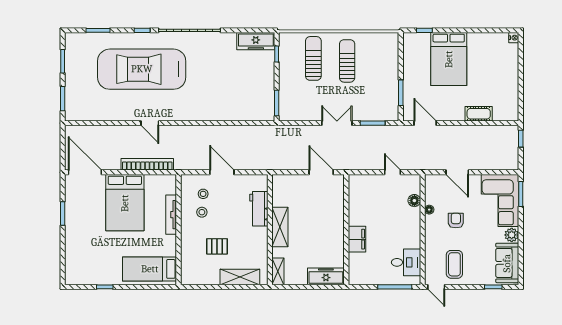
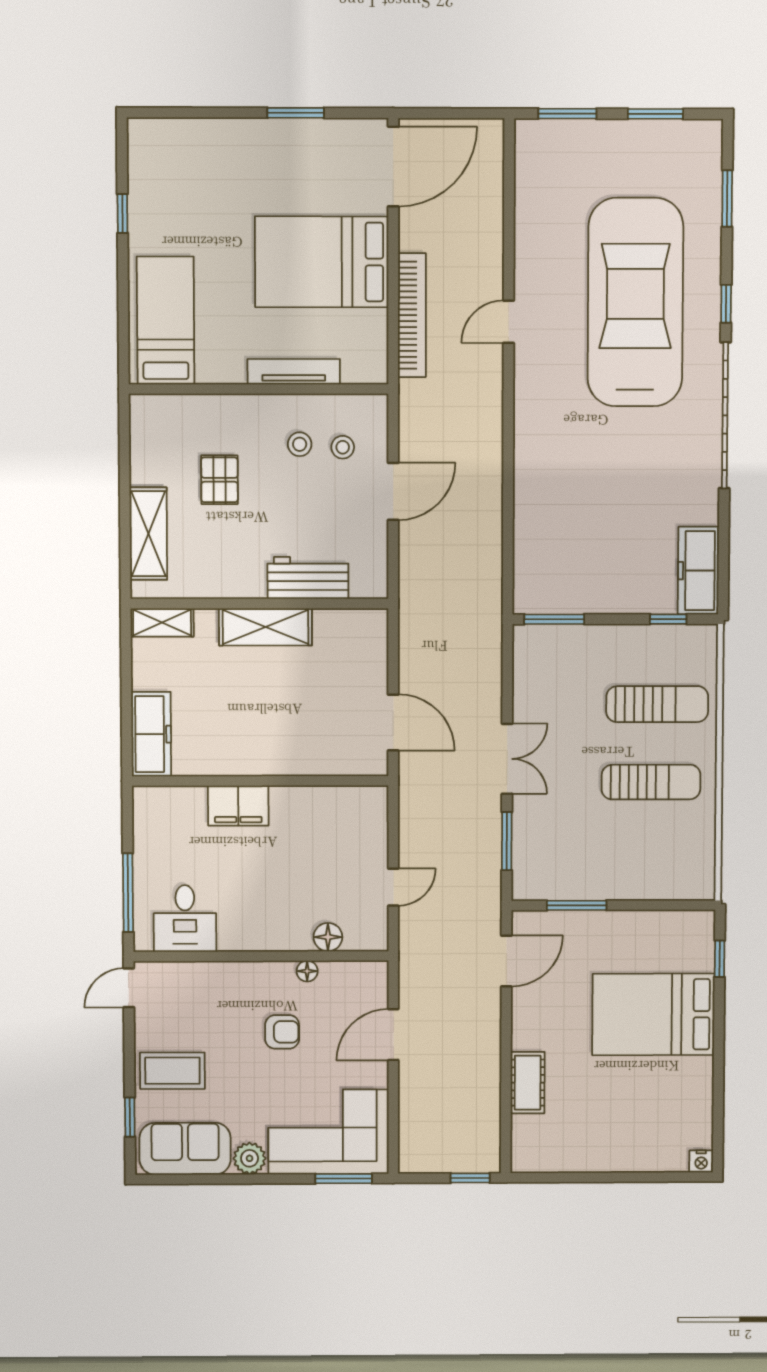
door: (321, 172) -> (393, 723), hinge flipped
coffee table: (454, 264) -> (172, 1071), moved

